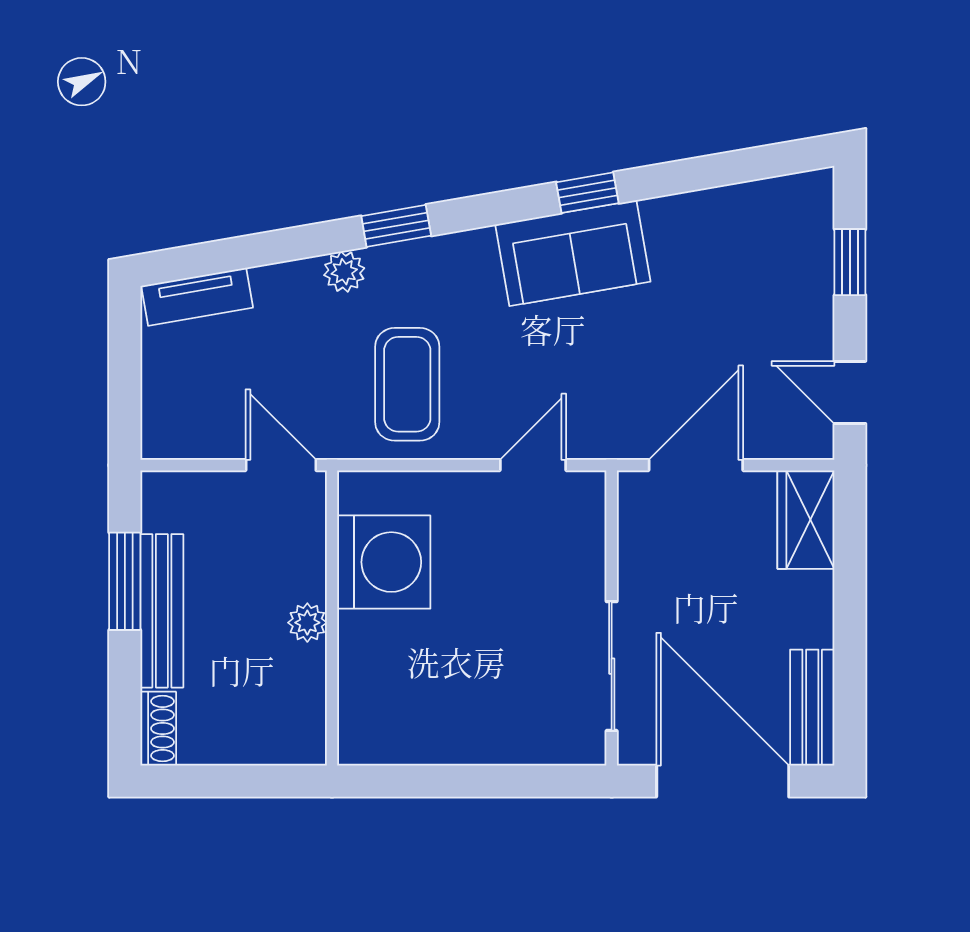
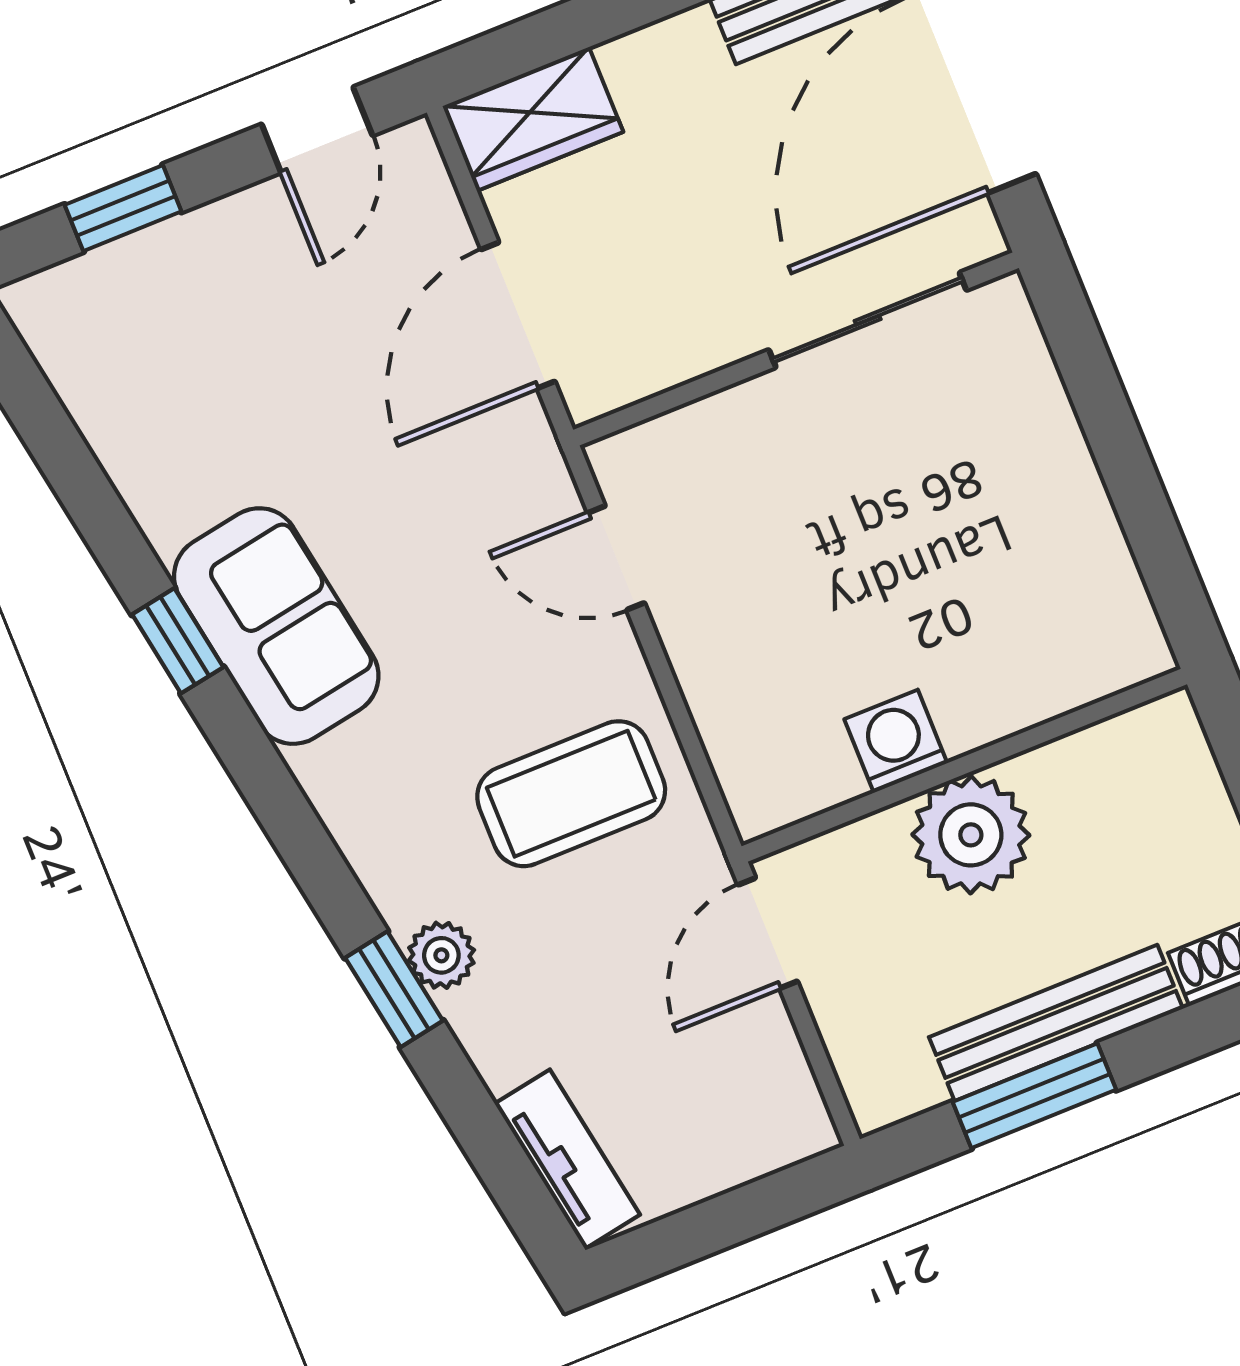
window: (396, 226) -> (394, 989), moved
door: (696, 465) -> (518, 315), hinge flipped
washing machine: (384, 562) -> (896, 741), width x0.53, depth x0.53
plant: (307, 623) -> (971, 835), width x1.87, depth x1.87

